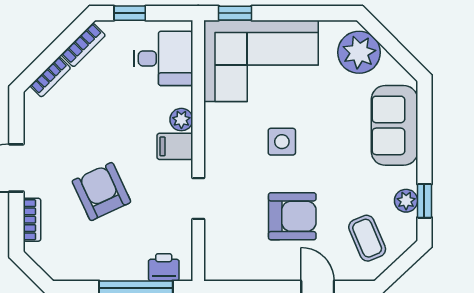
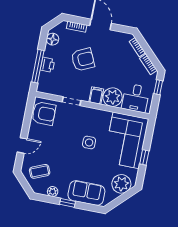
window: (235, 13) -> (144, 157), moved
plant: (181, 120) -> (113, 97), width x1.88, depth x1.88
window: (424, 201) -> (68, 203), moved
armchair: (292, 216) -> (44, 113), moved, turned -90
floor lamp: (70, 267) -> (53, 39), added
printer: (164, 267) -> (48, 65), moved

